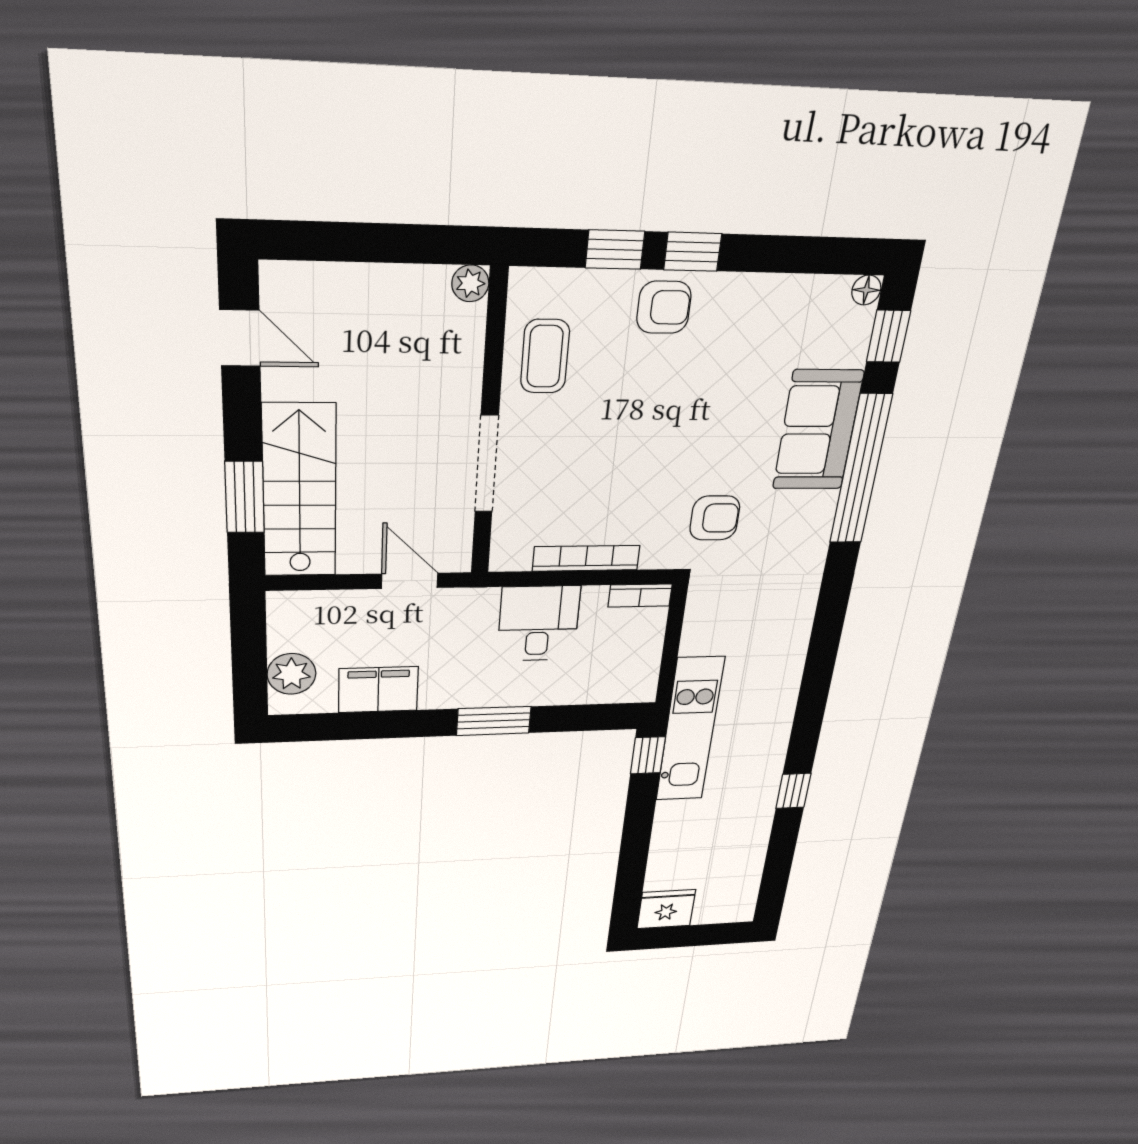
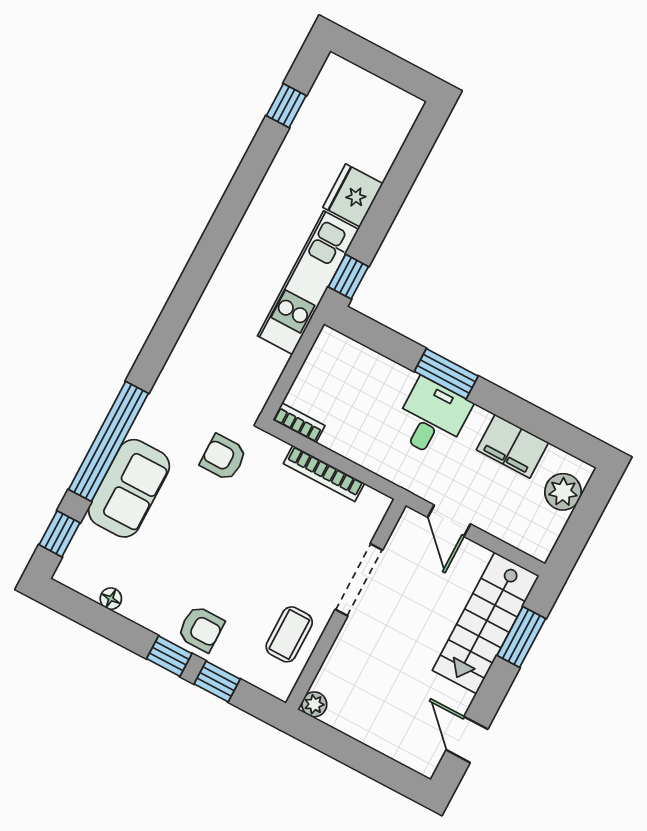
floor lamp: (866, 290) -> (111, 599), moved
armchair: (664, 307) -> (201, 629), turned 180
desk: (538, 624) -> (432, 418), moved, turned 180
window: (793, 791) -> (286, 106), moved
fridge: (666, 909) -> (353, 195), moved, turned 90

